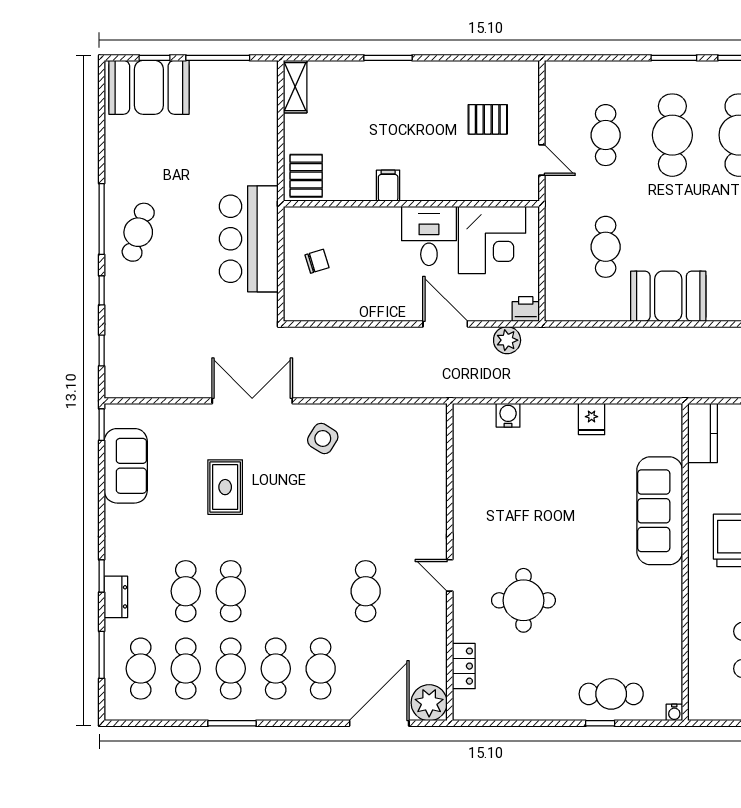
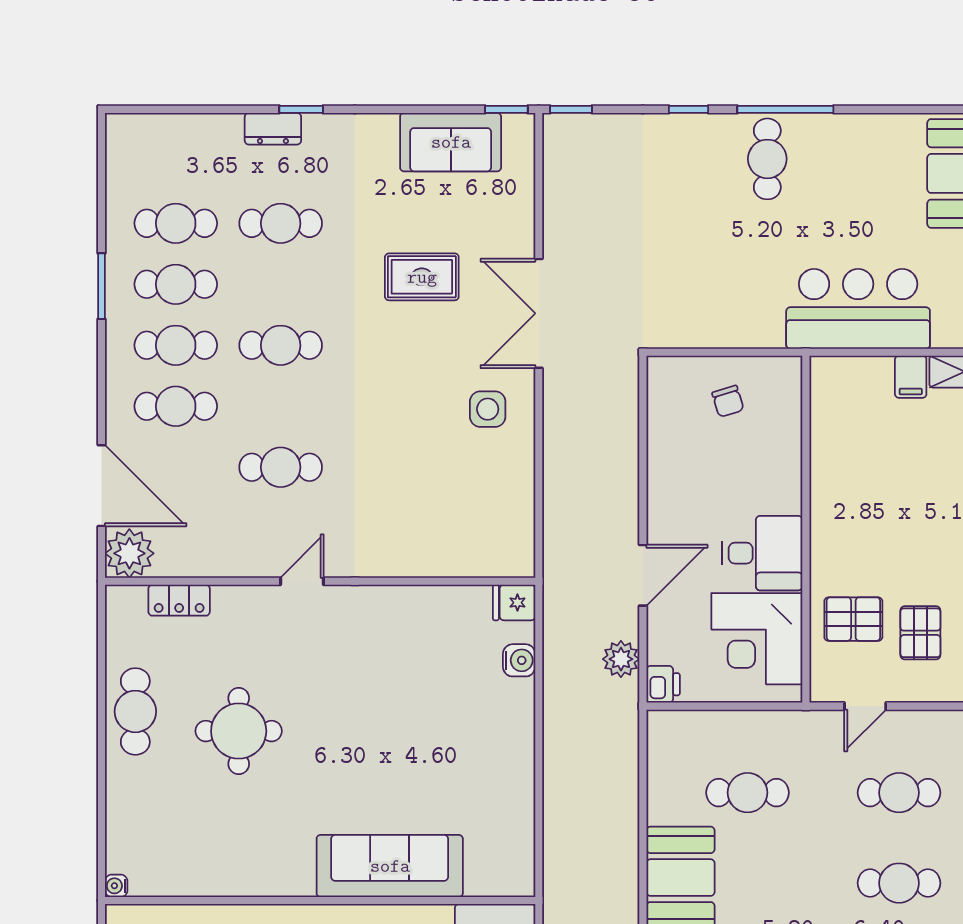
cafe table: (672, 135) -> (899, 883), width x0.73, depth x0.74
pallet: (306, 176) -> (853, 619), moved
filing cabinet: (388, 186) -> (911, 377), moved, turned 90
cafe table: (138, 232) -> (767, 159), turned 73
bar counter: (249, 239) -> (858, 309), moved
window: (102, 350) -> (571, 109), moved
double door: (252, 401) -> (539, 313), swing flipped
fridge: (592, 419) -> (514, 603), moved
side table: (323, 438) -> (488, 409), turned -32
cafe table: (231, 591) -> (281, 345), moved
round table: (523, 600) -> (239, 731), moved
window: (102, 655) -> (194, 109), removed
cafe table: (141, 669) -> (176, 162), removed
cafe table: (611, 694) -> (135, 711), moved
window: (600, 723) -> (102, 785), removed

